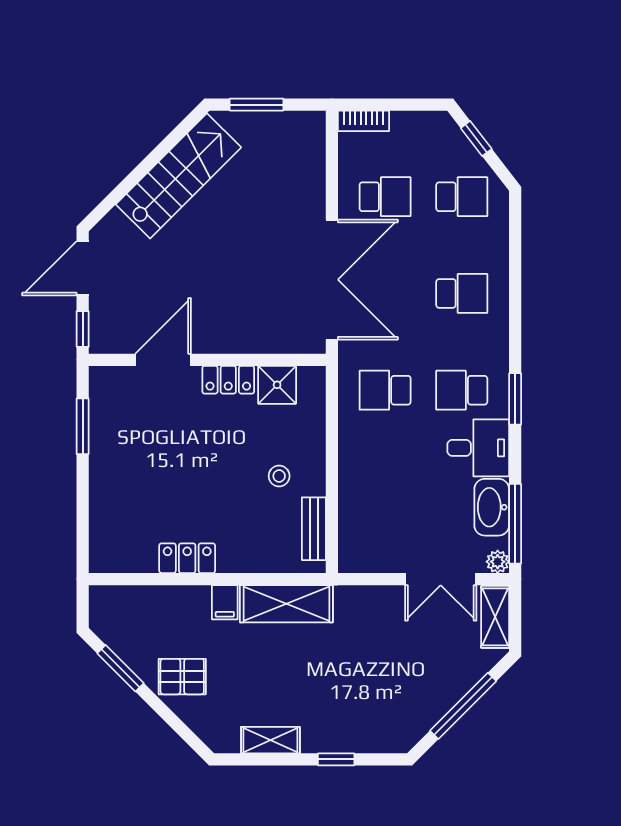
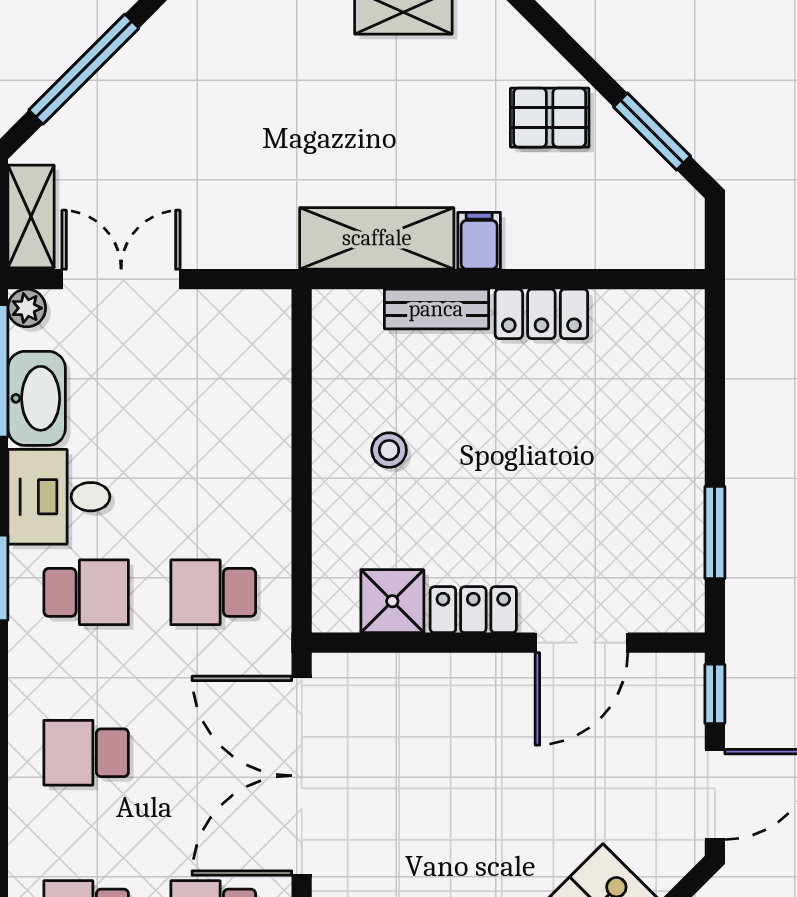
school desk: (385, 390) -> (213, 592), turned 180
bench: (314, 529) -> (436, 309), moved, turned 90

